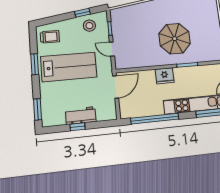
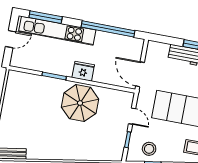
parasol: (175, 39) -> (80, 103), moved
door: (116, 87) -> (140, 74), hinge flipped

